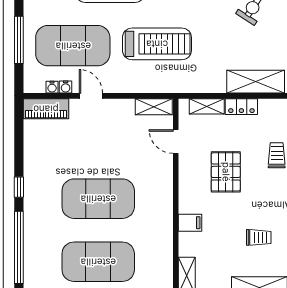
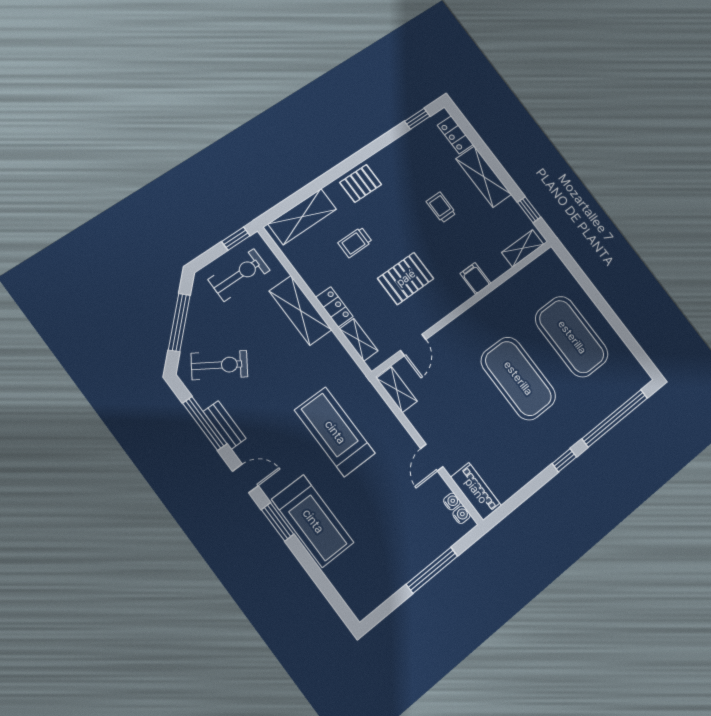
exercise mat: (73, 46) -> (398, 513), removed
water cooler: (66, 87) -> (461, 515), moved

